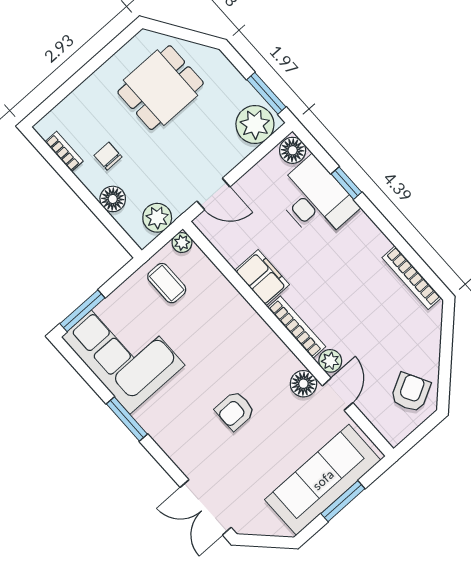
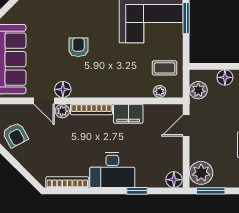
desk: (315, 199) -> (112, 170), moved
plant: (182, 243) -> (160, 91), moved

